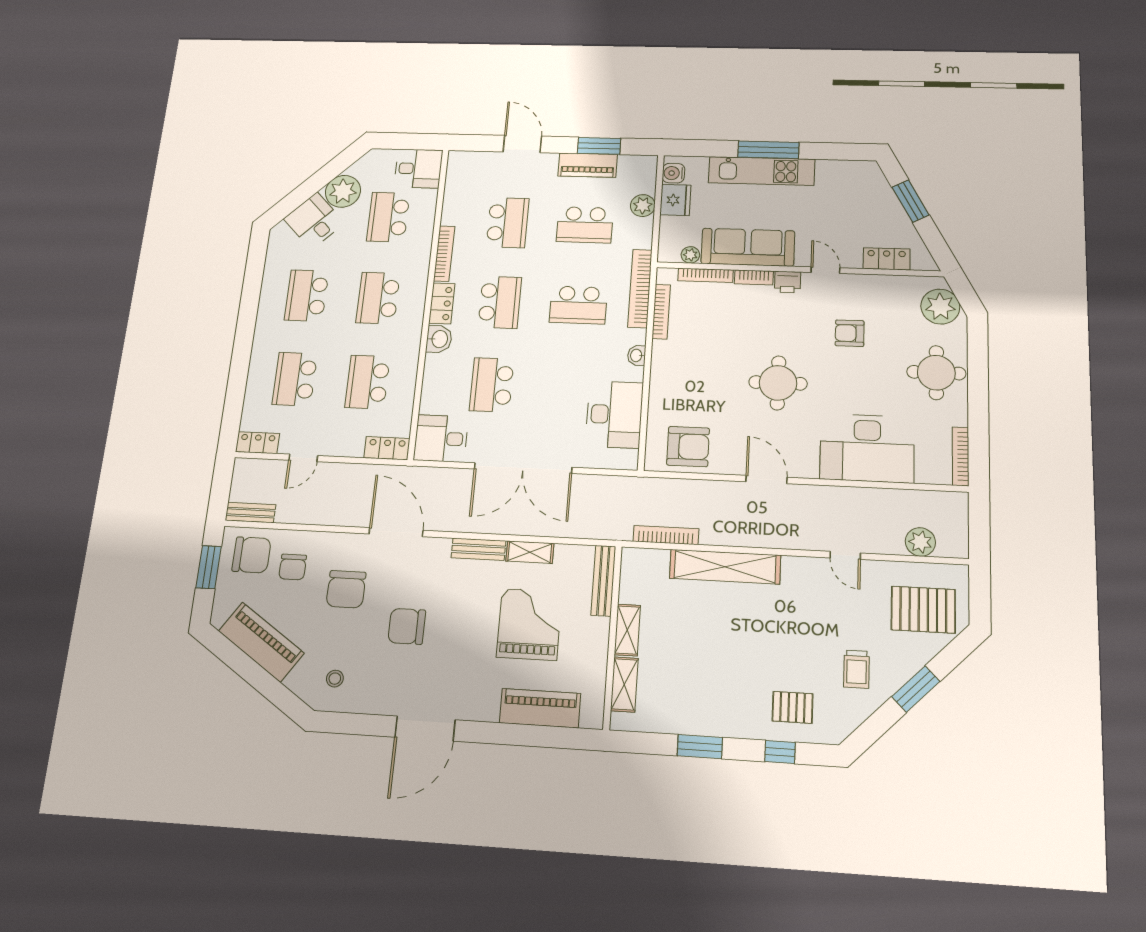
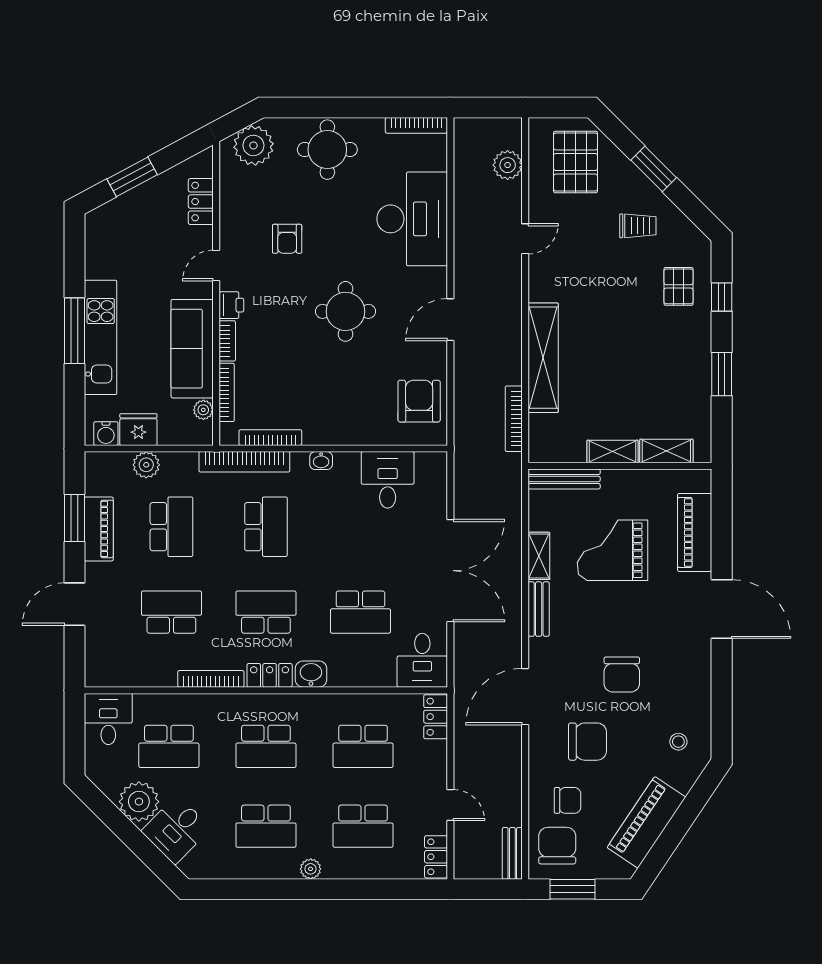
plant: (263, 332) -> (311, 869), added
desk: (614, 414) -> (388, 480), width x0.73
door: (425, 729) -> (722, 609), moved

